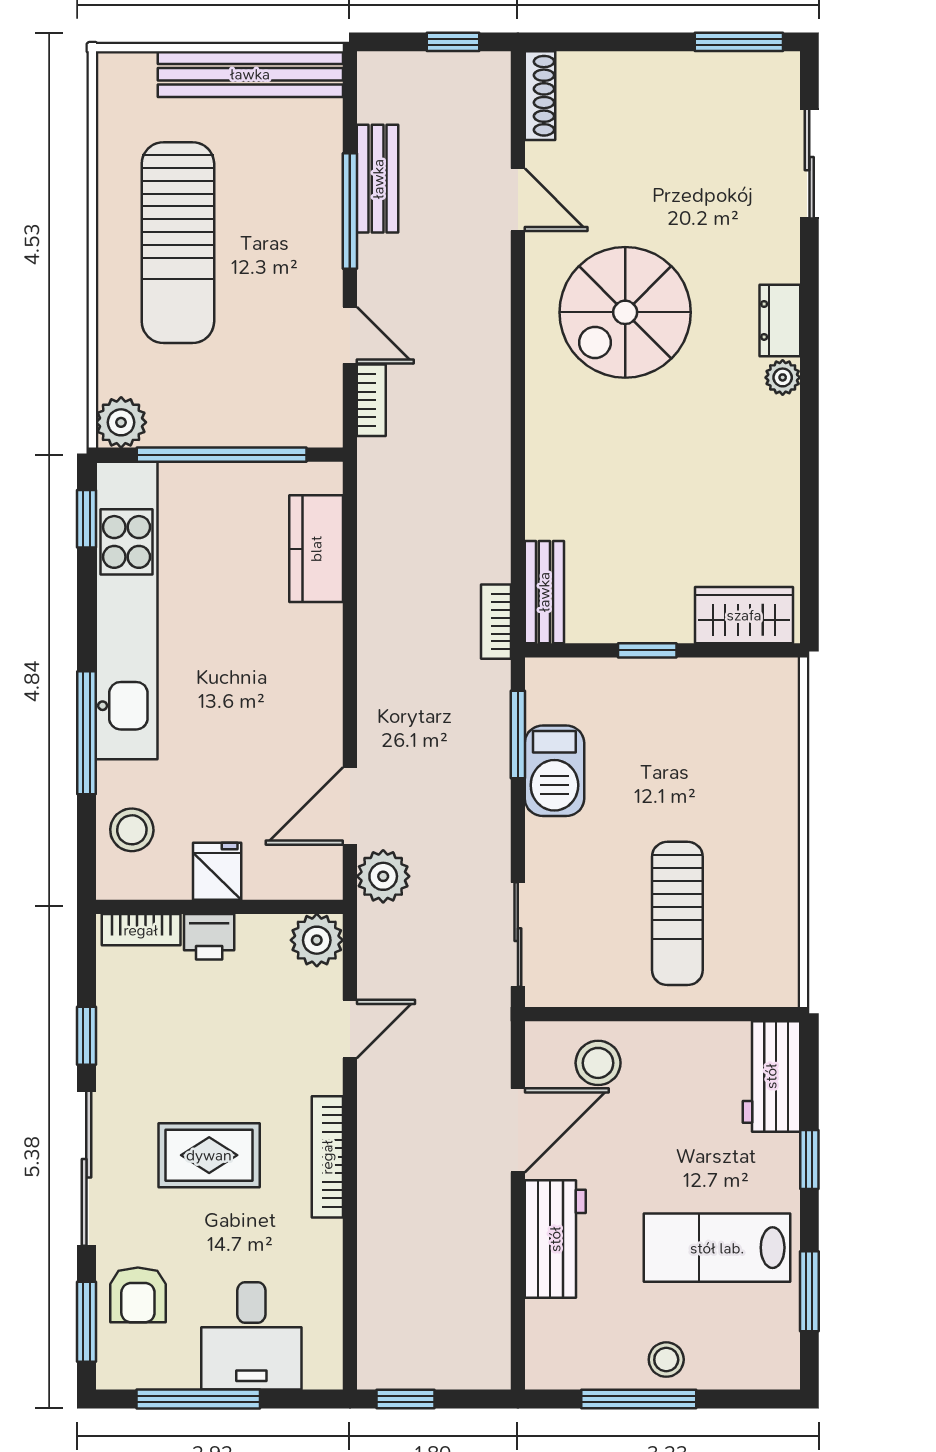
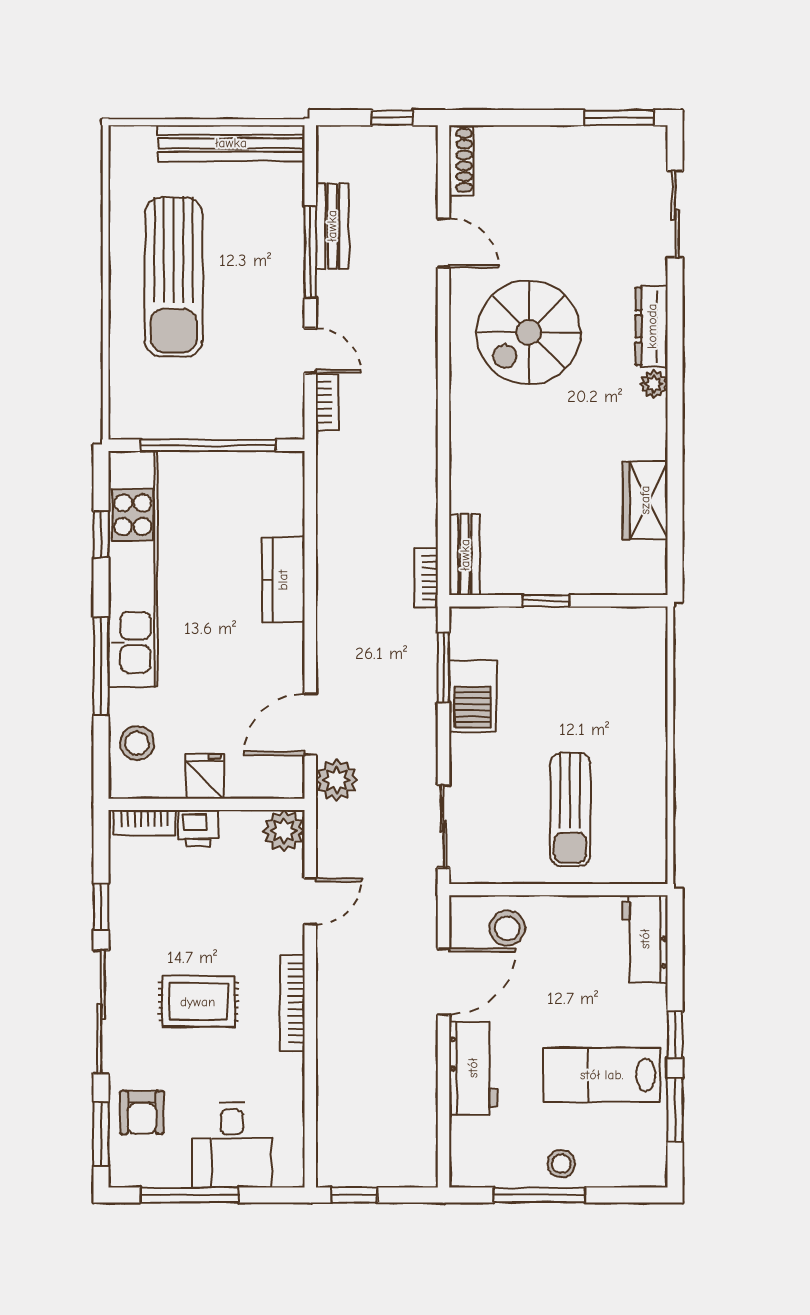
dresser: (780, 320) -> (652, 326), width x1.44
plant: (121, 422) -> (128, 420), removed
window: (86, 519) -> (101, 534), moved
kitchen counter: (316, 549) -> (283, 580), moved
wardrobe: (744, 615) -> (645, 500), moved, turned -90
window: (809, 1159) -> (675, 1035), moved

